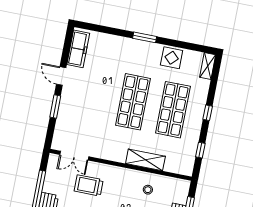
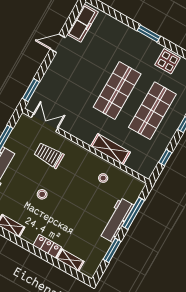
door: (61, 76) -> (58, 43), hinge flipped
window: (55, 106) -> (31, 90), moved
double door: (74, 156) -> (45, 123), swing flipped

